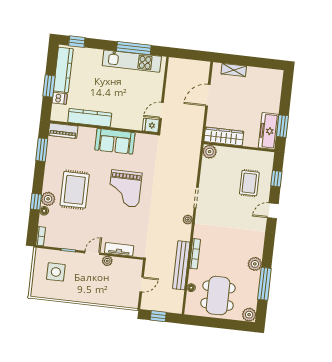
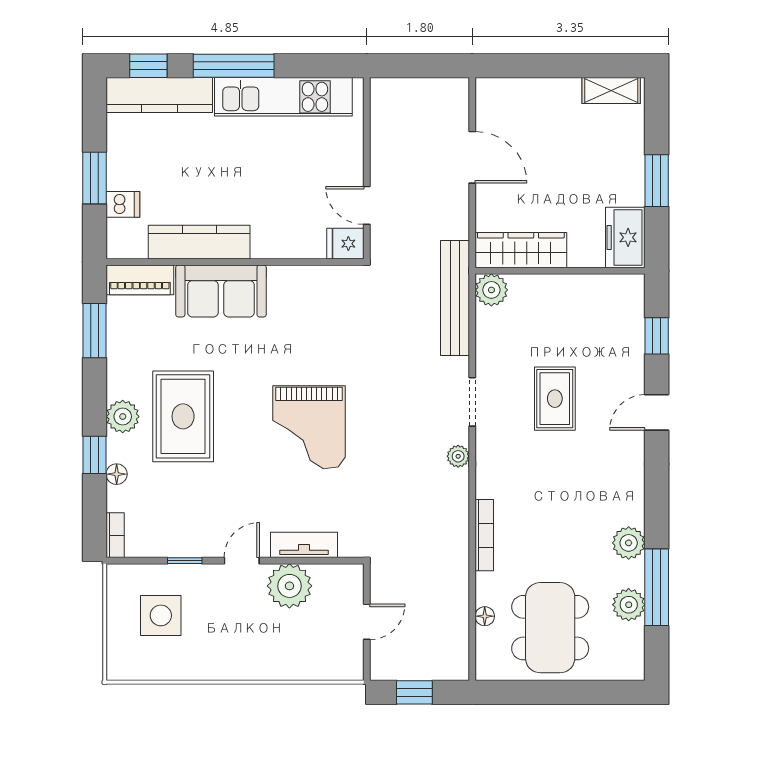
window: (134, 48) -> (234, 66), moved
kitchen counter: (63, 70) -> (159, 95), moved, turned 90
shelving: (234, 70) -> (611, 91), moved
door: (208, 95) -> (472, 157), swing flipped
door: (161, 110) -> (367, 205), hinge flipped
window: (282, 126) -> (657, 181), moved
freezer: (269, 131) -> (625, 237), width x0.71
sofa: (115, 141) -> (221, 291), moved
rug: (249, 183) -> (555, 399), moved
grand piano: (125, 189) -> (309, 427), moved
plant: (48, 199) -> (123, 417), moved
plant: (107, 261) -> (289, 586), width x1.88, depth x1.88
bench: (181, 265) -> (455, 298), moved
plant: (249, 315) -> (629, 605), moved

